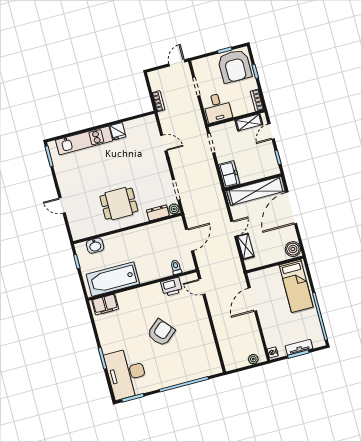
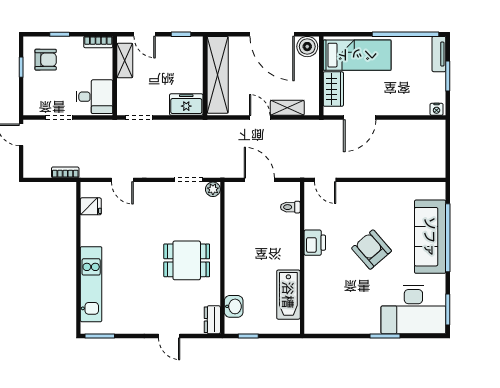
armchair: (235, 66) -> (46, 60), width x0.53, depth x0.53
fridge: (118, 131) -> (91, 206), moved
door: (164, 143) -> (122, 180), swing flipped
dining table: (119, 204) -> (187, 260), turned 90
door: (62, 205) -> (169, 336), hinge flipped
door: (291, 208) -> (272, 34), moved
dresser: (158, 213) -> (212, 320), moved
wardrobe: (268, 275) -> (333, 89), added
bathtub: (113, 279) -> (288, 295), width x0.73, depth x0.73
printer: (172, 287) -> (315, 243), moved
door: (202, 287) -> (325, 180), hinge flipped
door: (252, 299) -> (360, 117), hinge flipped
filing cabinet: (105, 305) -> (315, 314), removed
tv unit: (299, 347) -> (439, 54), moved
plant: (253, 359) -> (439, 137), removed
sofa: (181, 372) -> (430, 237), added

